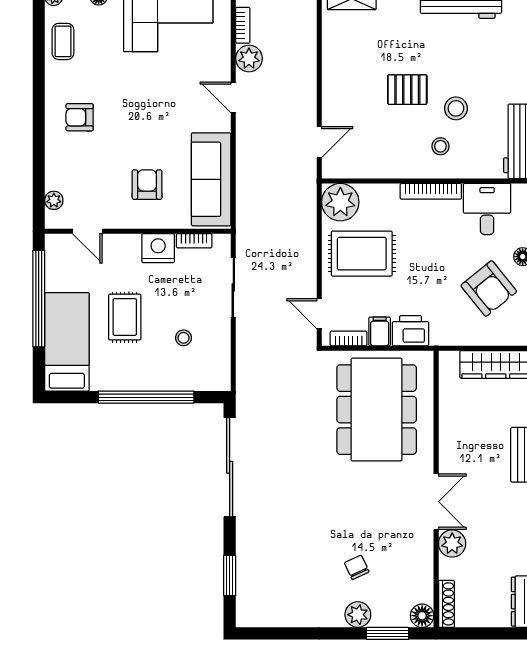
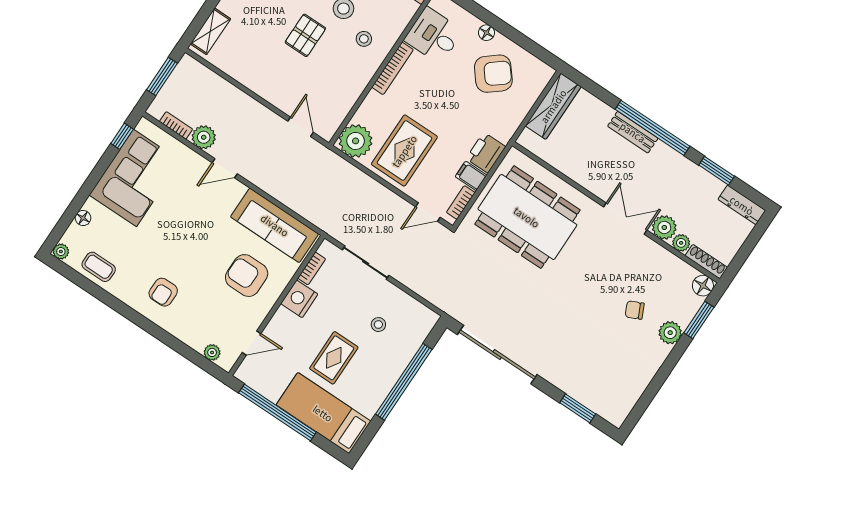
armchair: (147, 185) -> (247, 276), width x1.38, depth x1.38
rug: (125, 317) -> (334, 358), turned 90
plant: (448, 569) -> (681, 243), added

